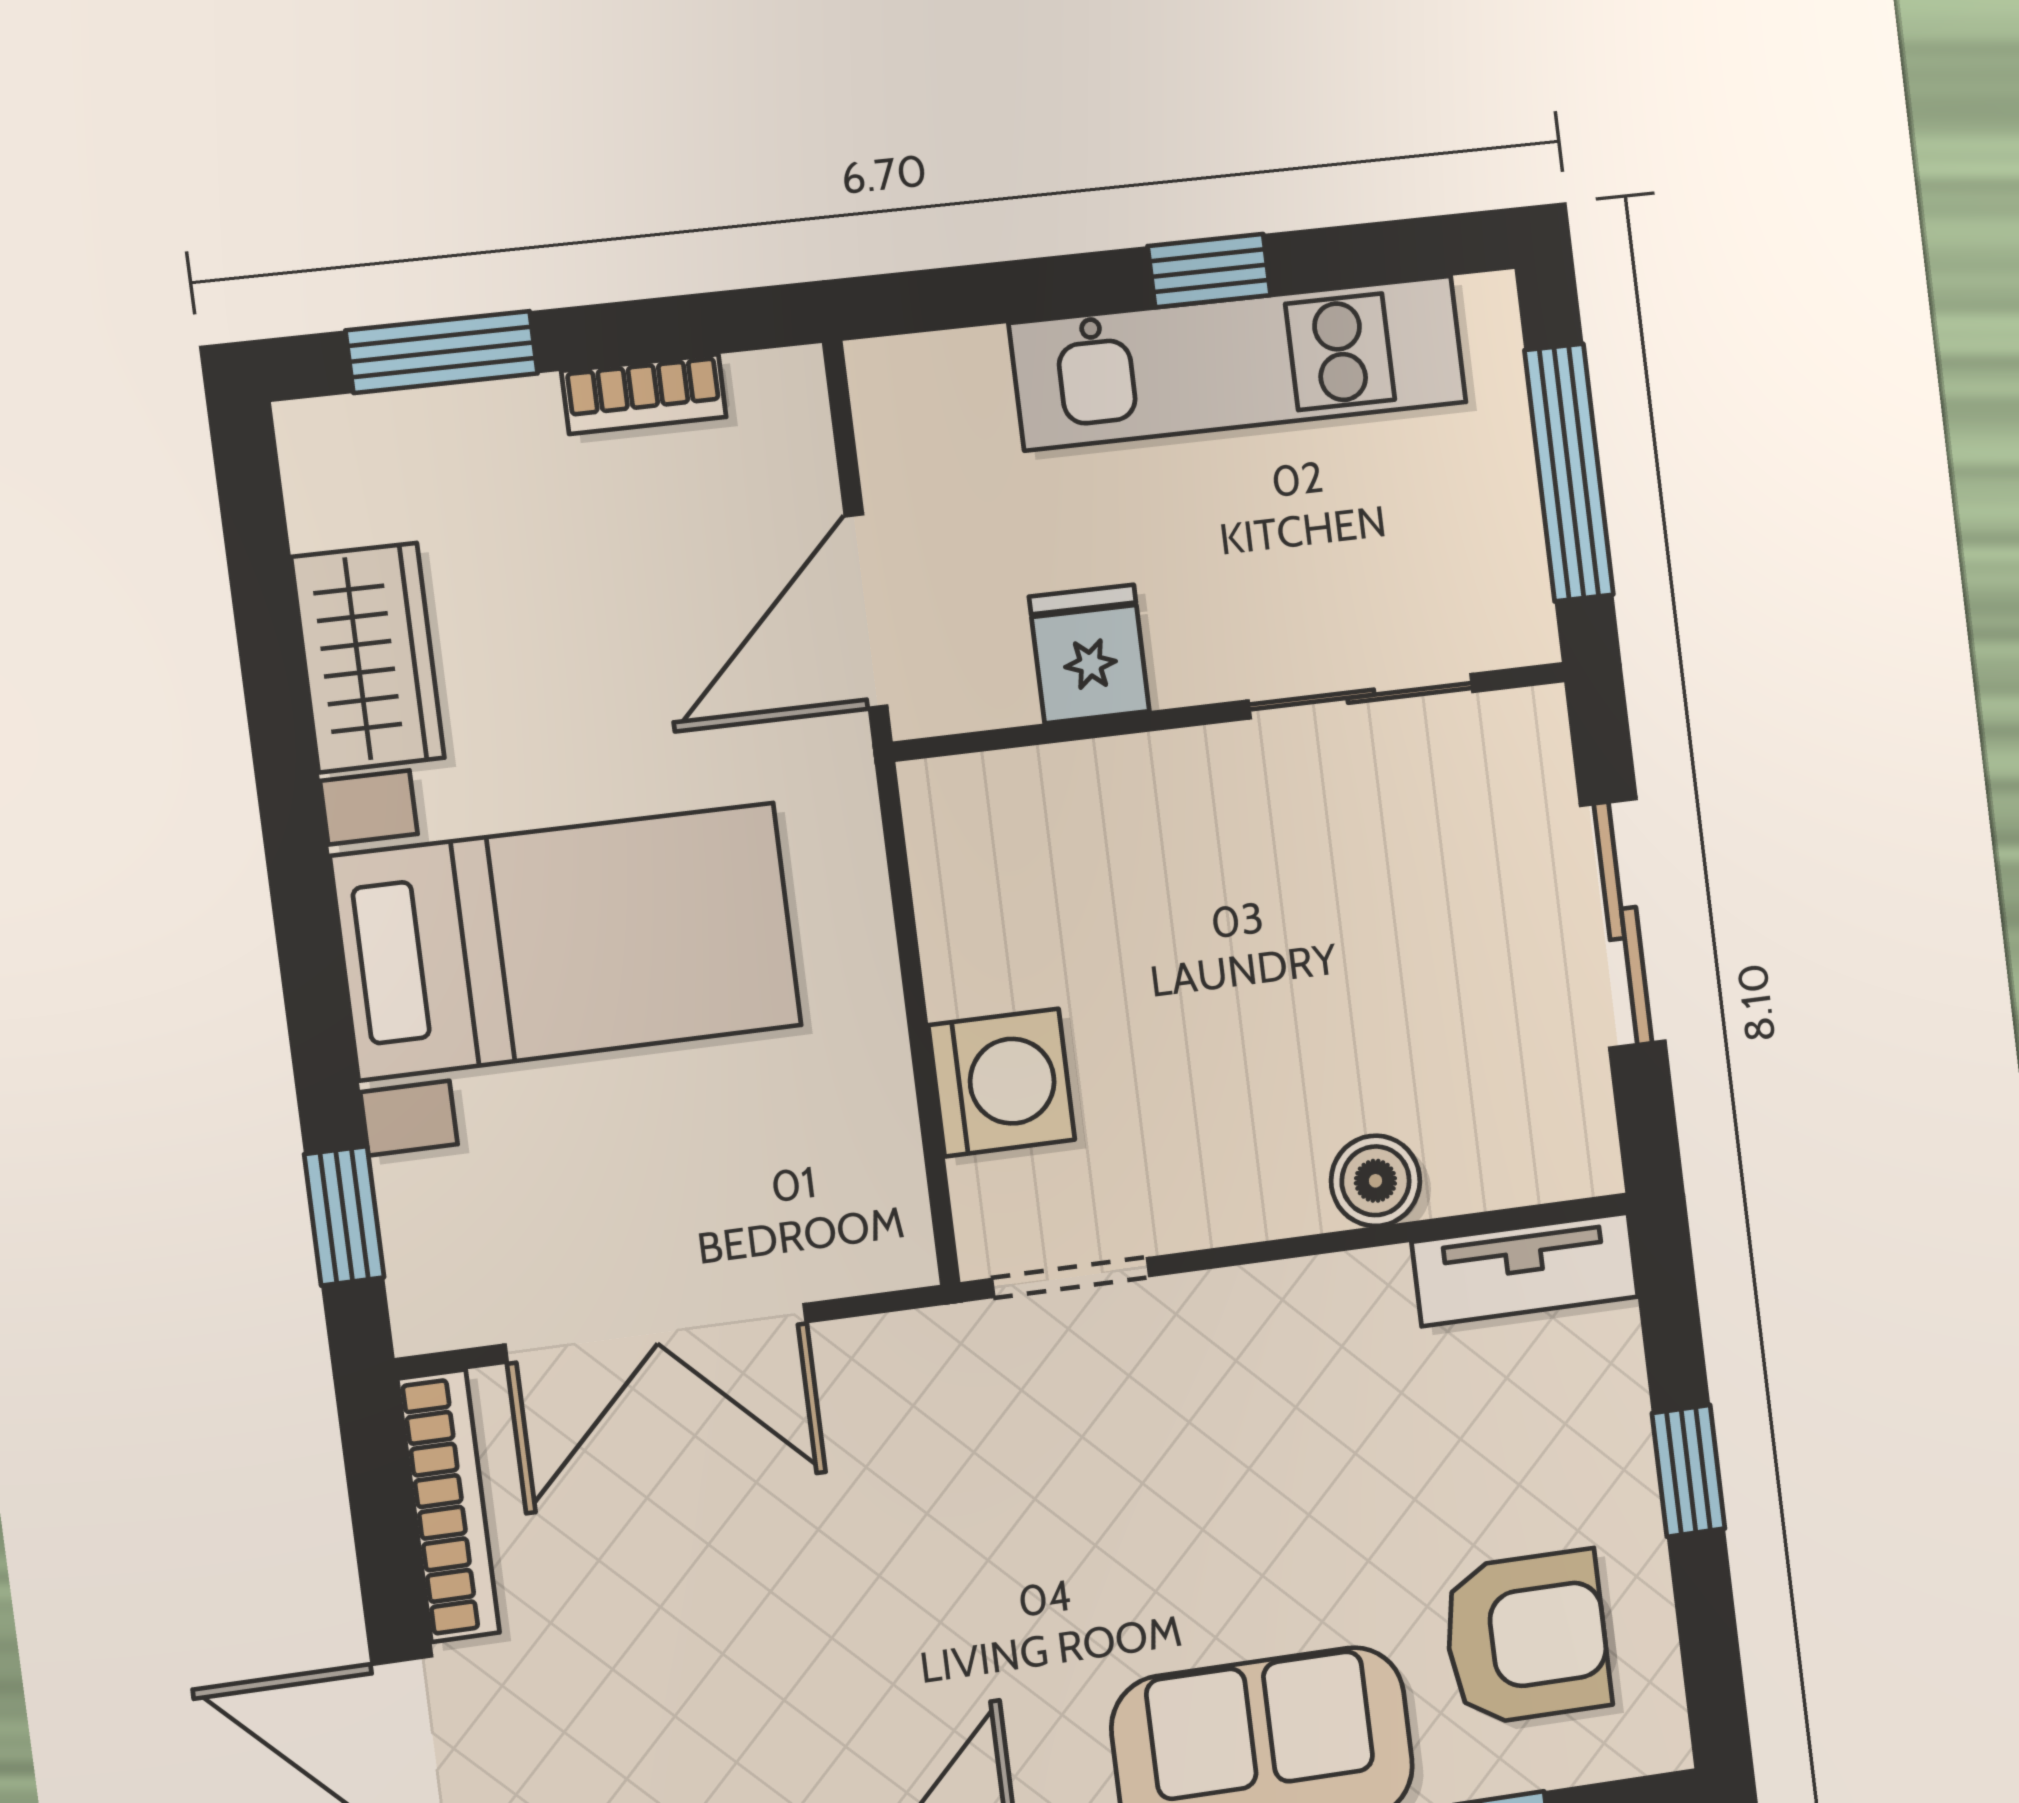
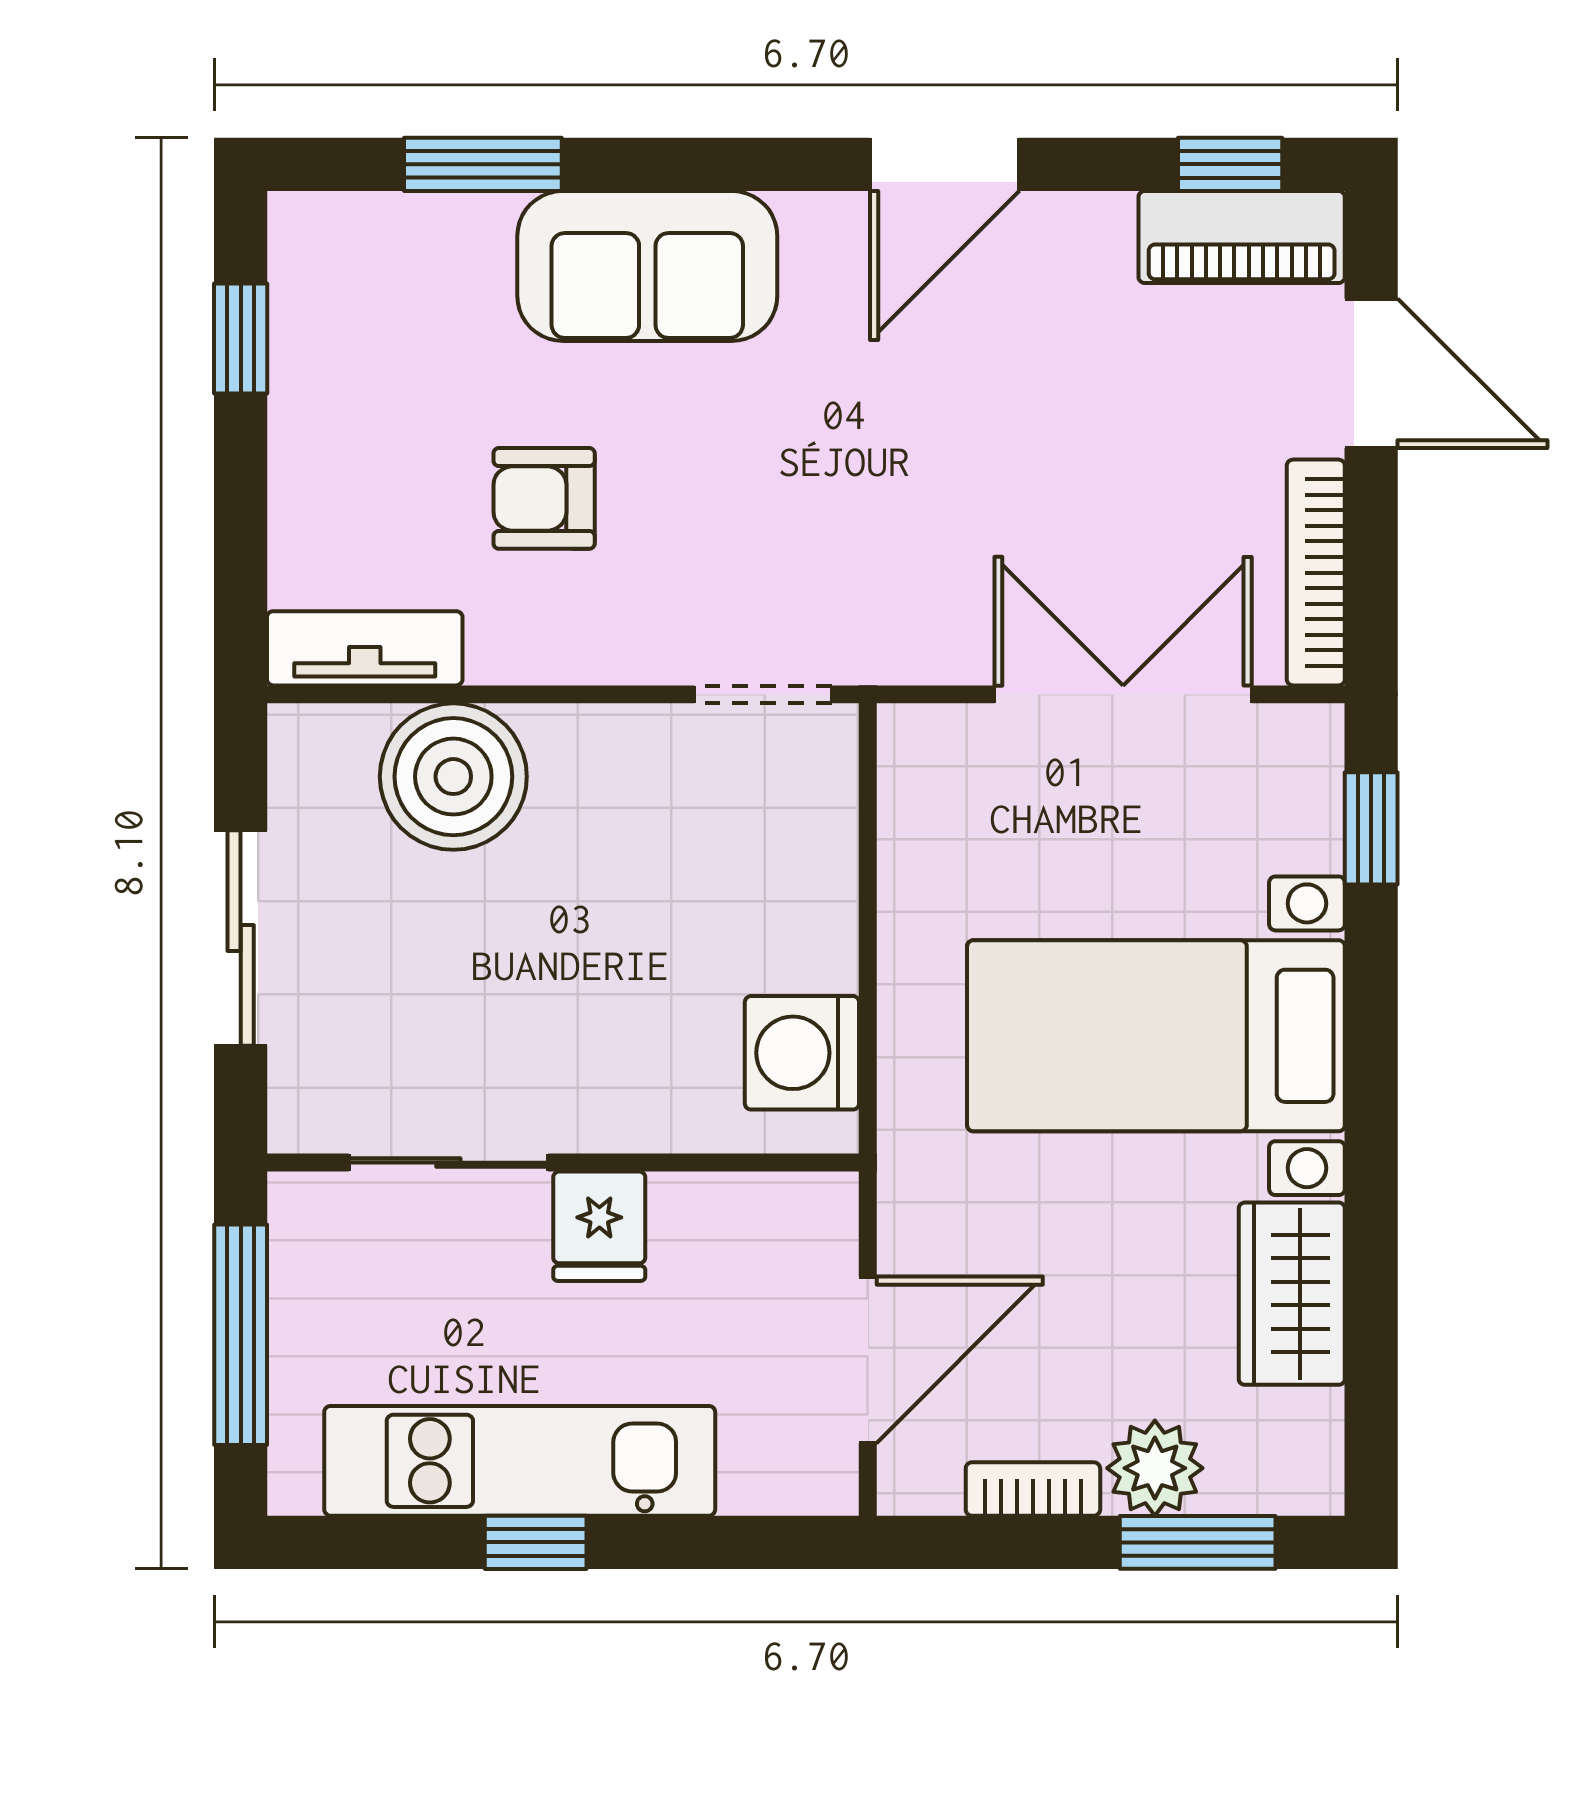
plant: (504, 434) -> (1155, 1468), added
door: (866, 611) -> (868, 1360), moved
fridge: (1089, 654) -> (599, 1226), moved
washing machine: (1002, 1083) -> (802, 1053), moved
boiler: (1375, 1181) -> (453, 777), width x1.86, depth x1.86
window: (1688, 1471) -> (241, 338), moved
armchair: (1526, 1638) -> (544, 498), moved, width x0.72, depth x0.72

